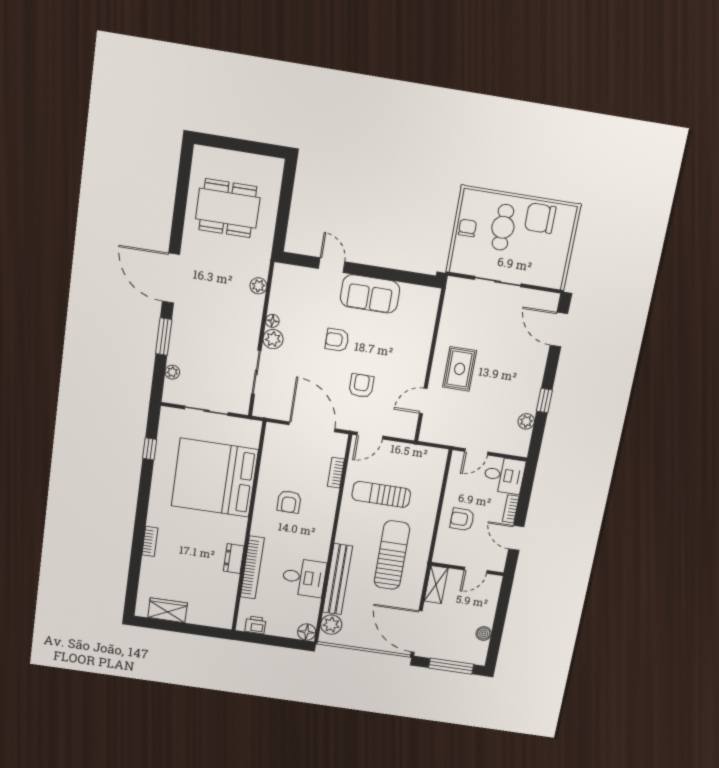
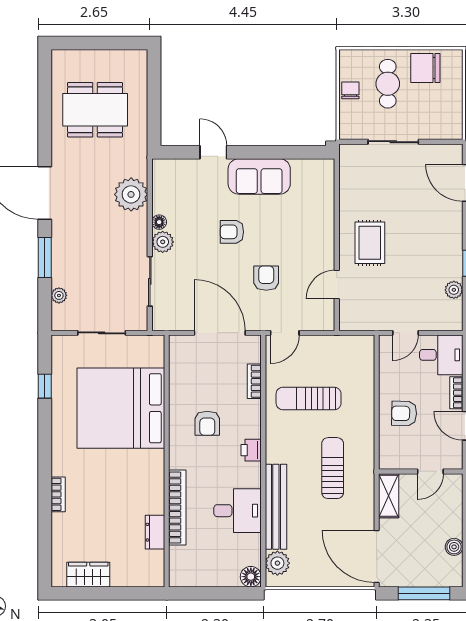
plant: (258, 286) -> (131, 194), width x1.87, depth x1.87
sun lounger: (392, 555) -> (333, 468), width x0.73, depth x0.75
dresser: (234, 558) -> (155, 532), moved
printer: (255, 625) -> (251, 450), moved, turned -90

